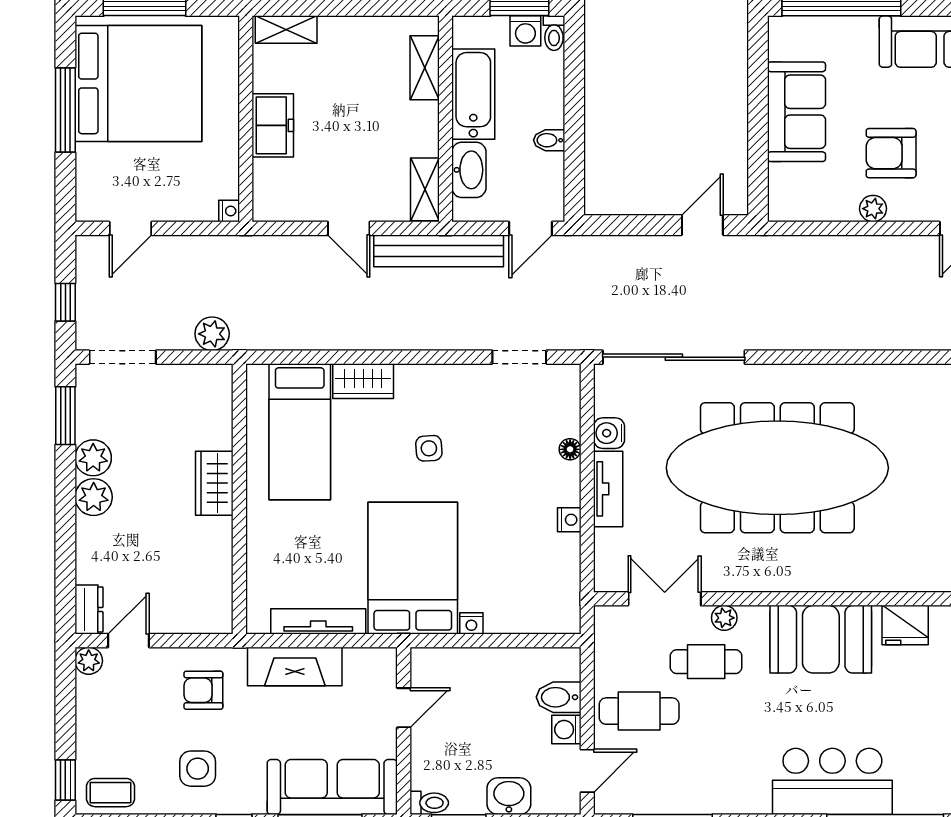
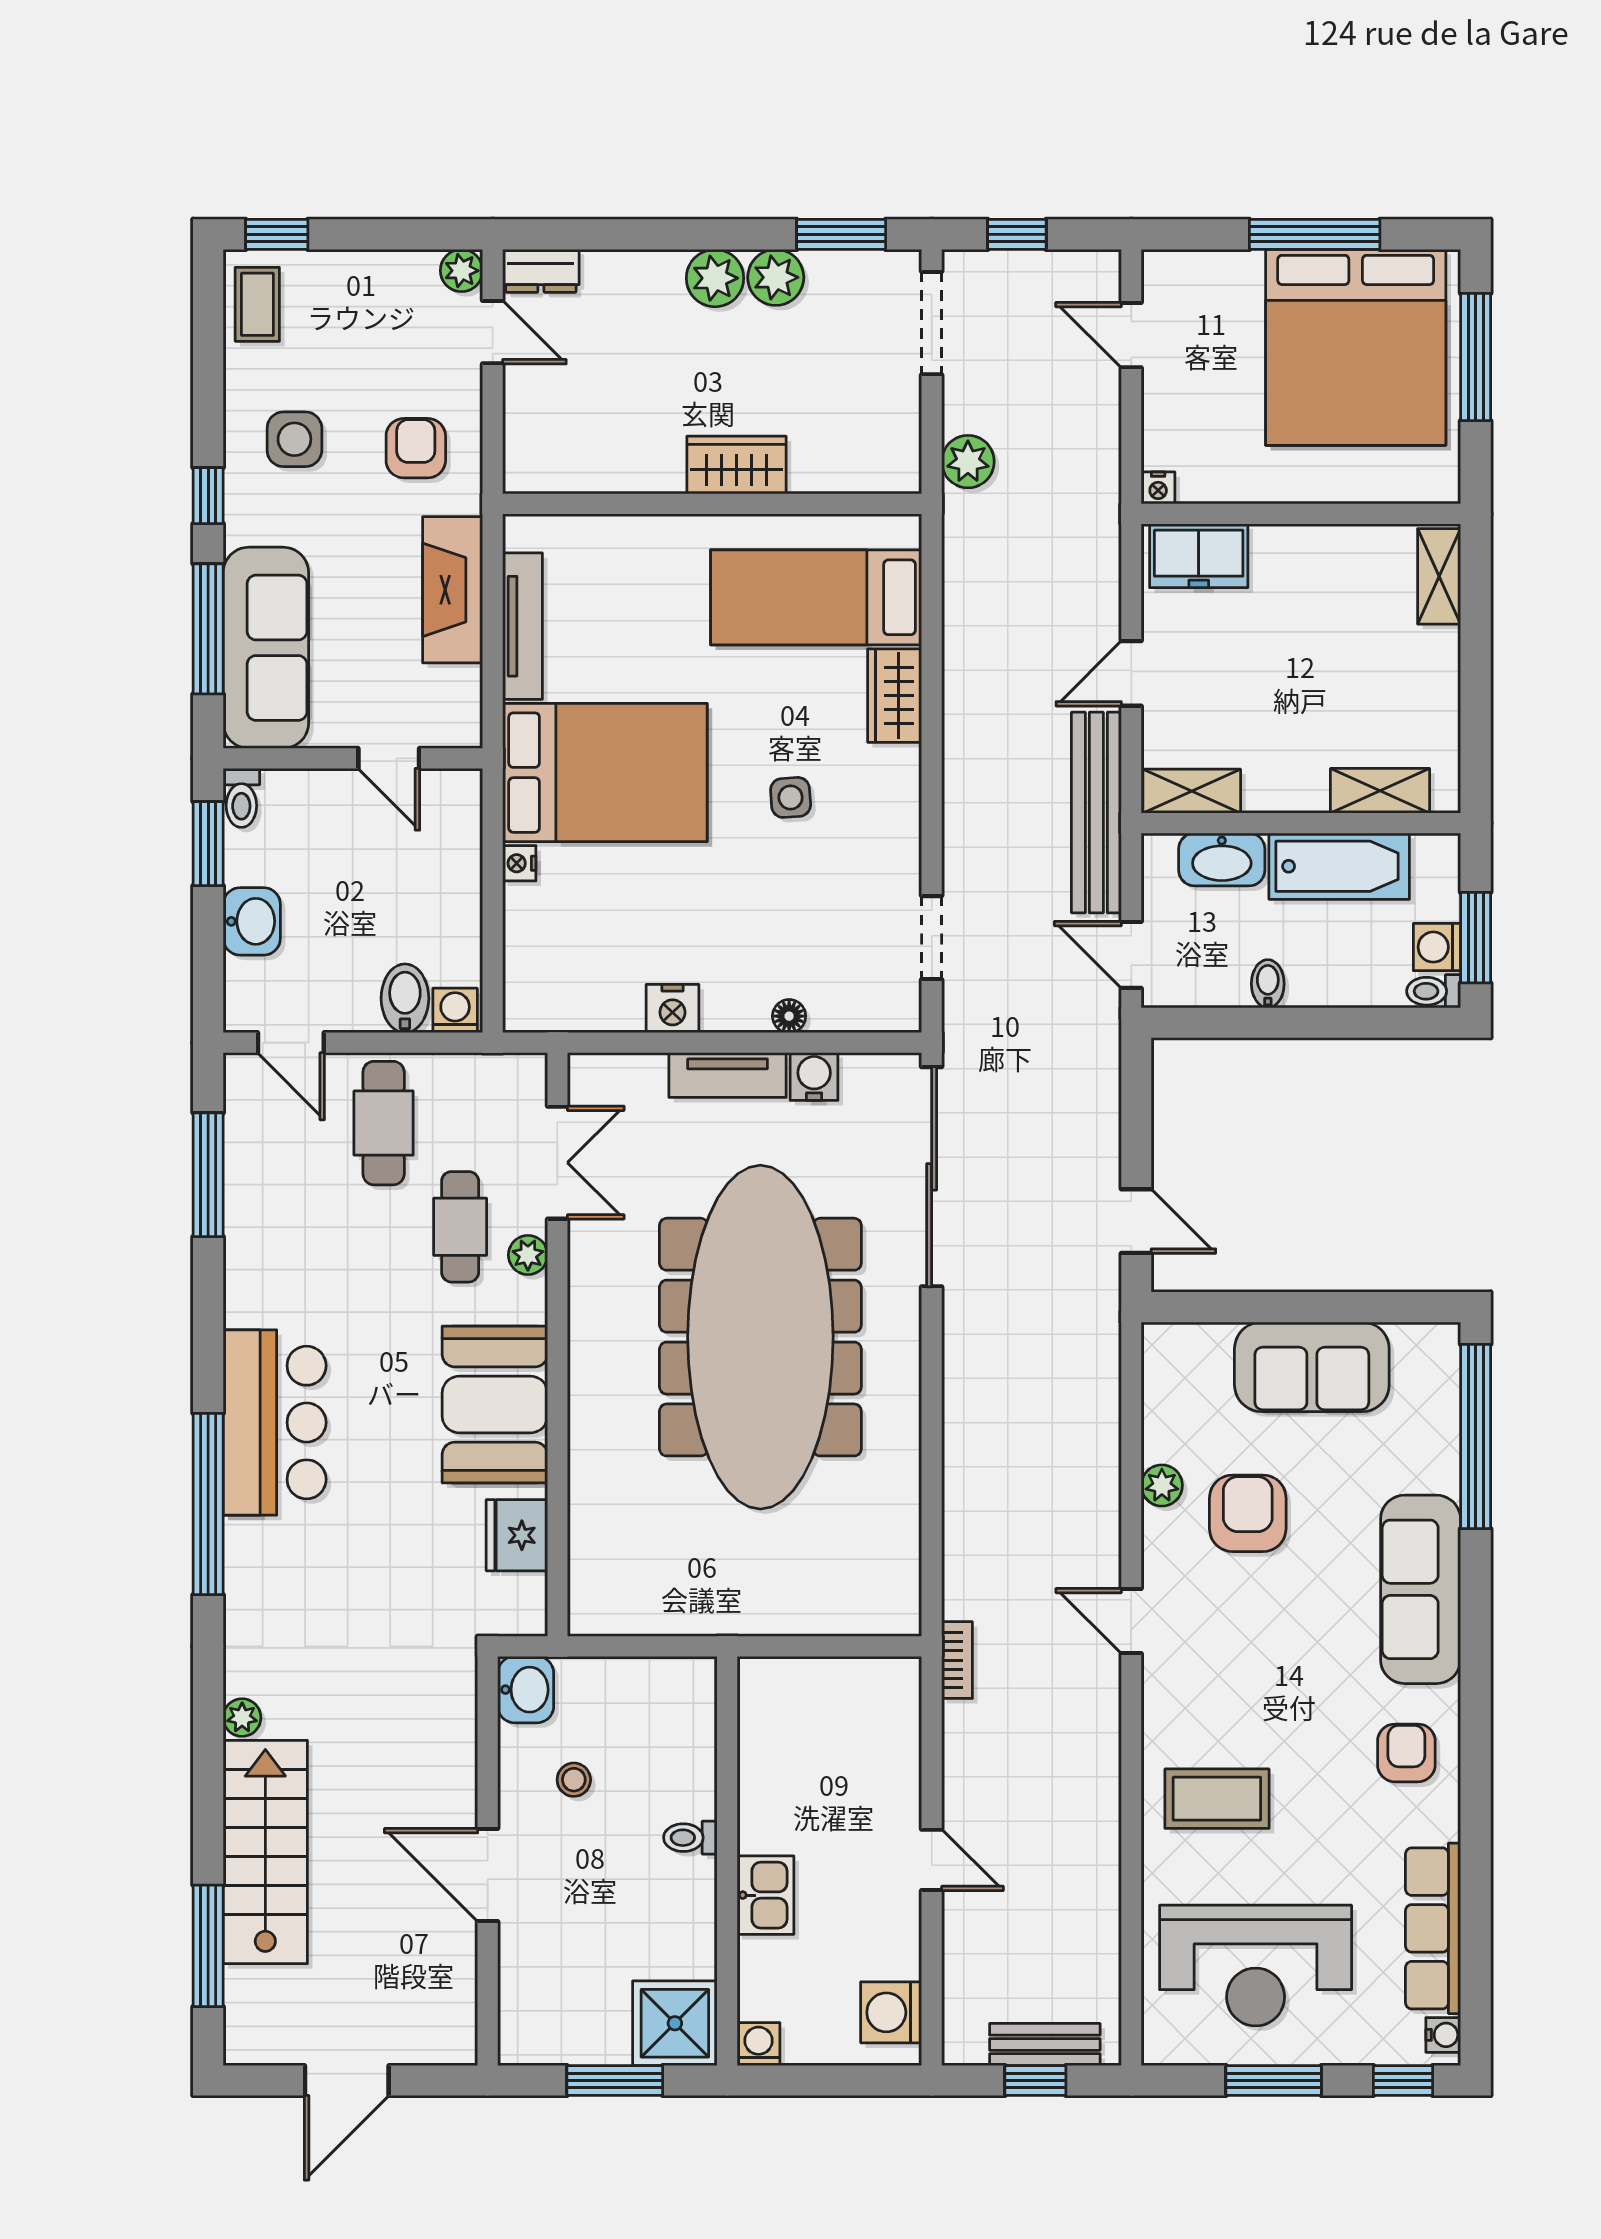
freezer: (273, 125) -> (1199, 556), moved
nightstand: (569, 520) -> (673, 1009), width x1.39, depth x1.35
washing machine: (566, 730) -> (455, 1010), moved

